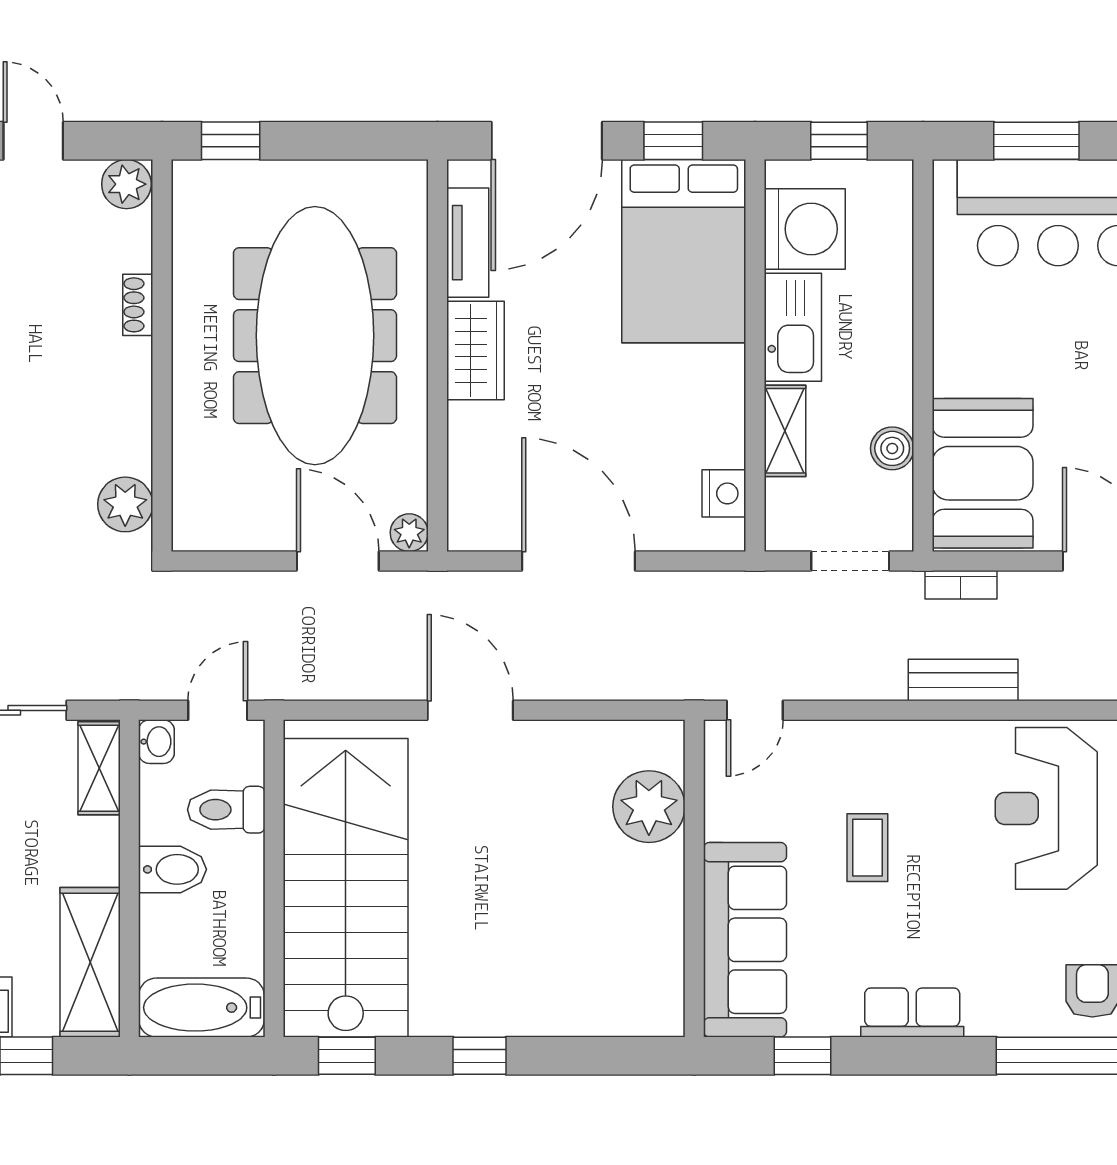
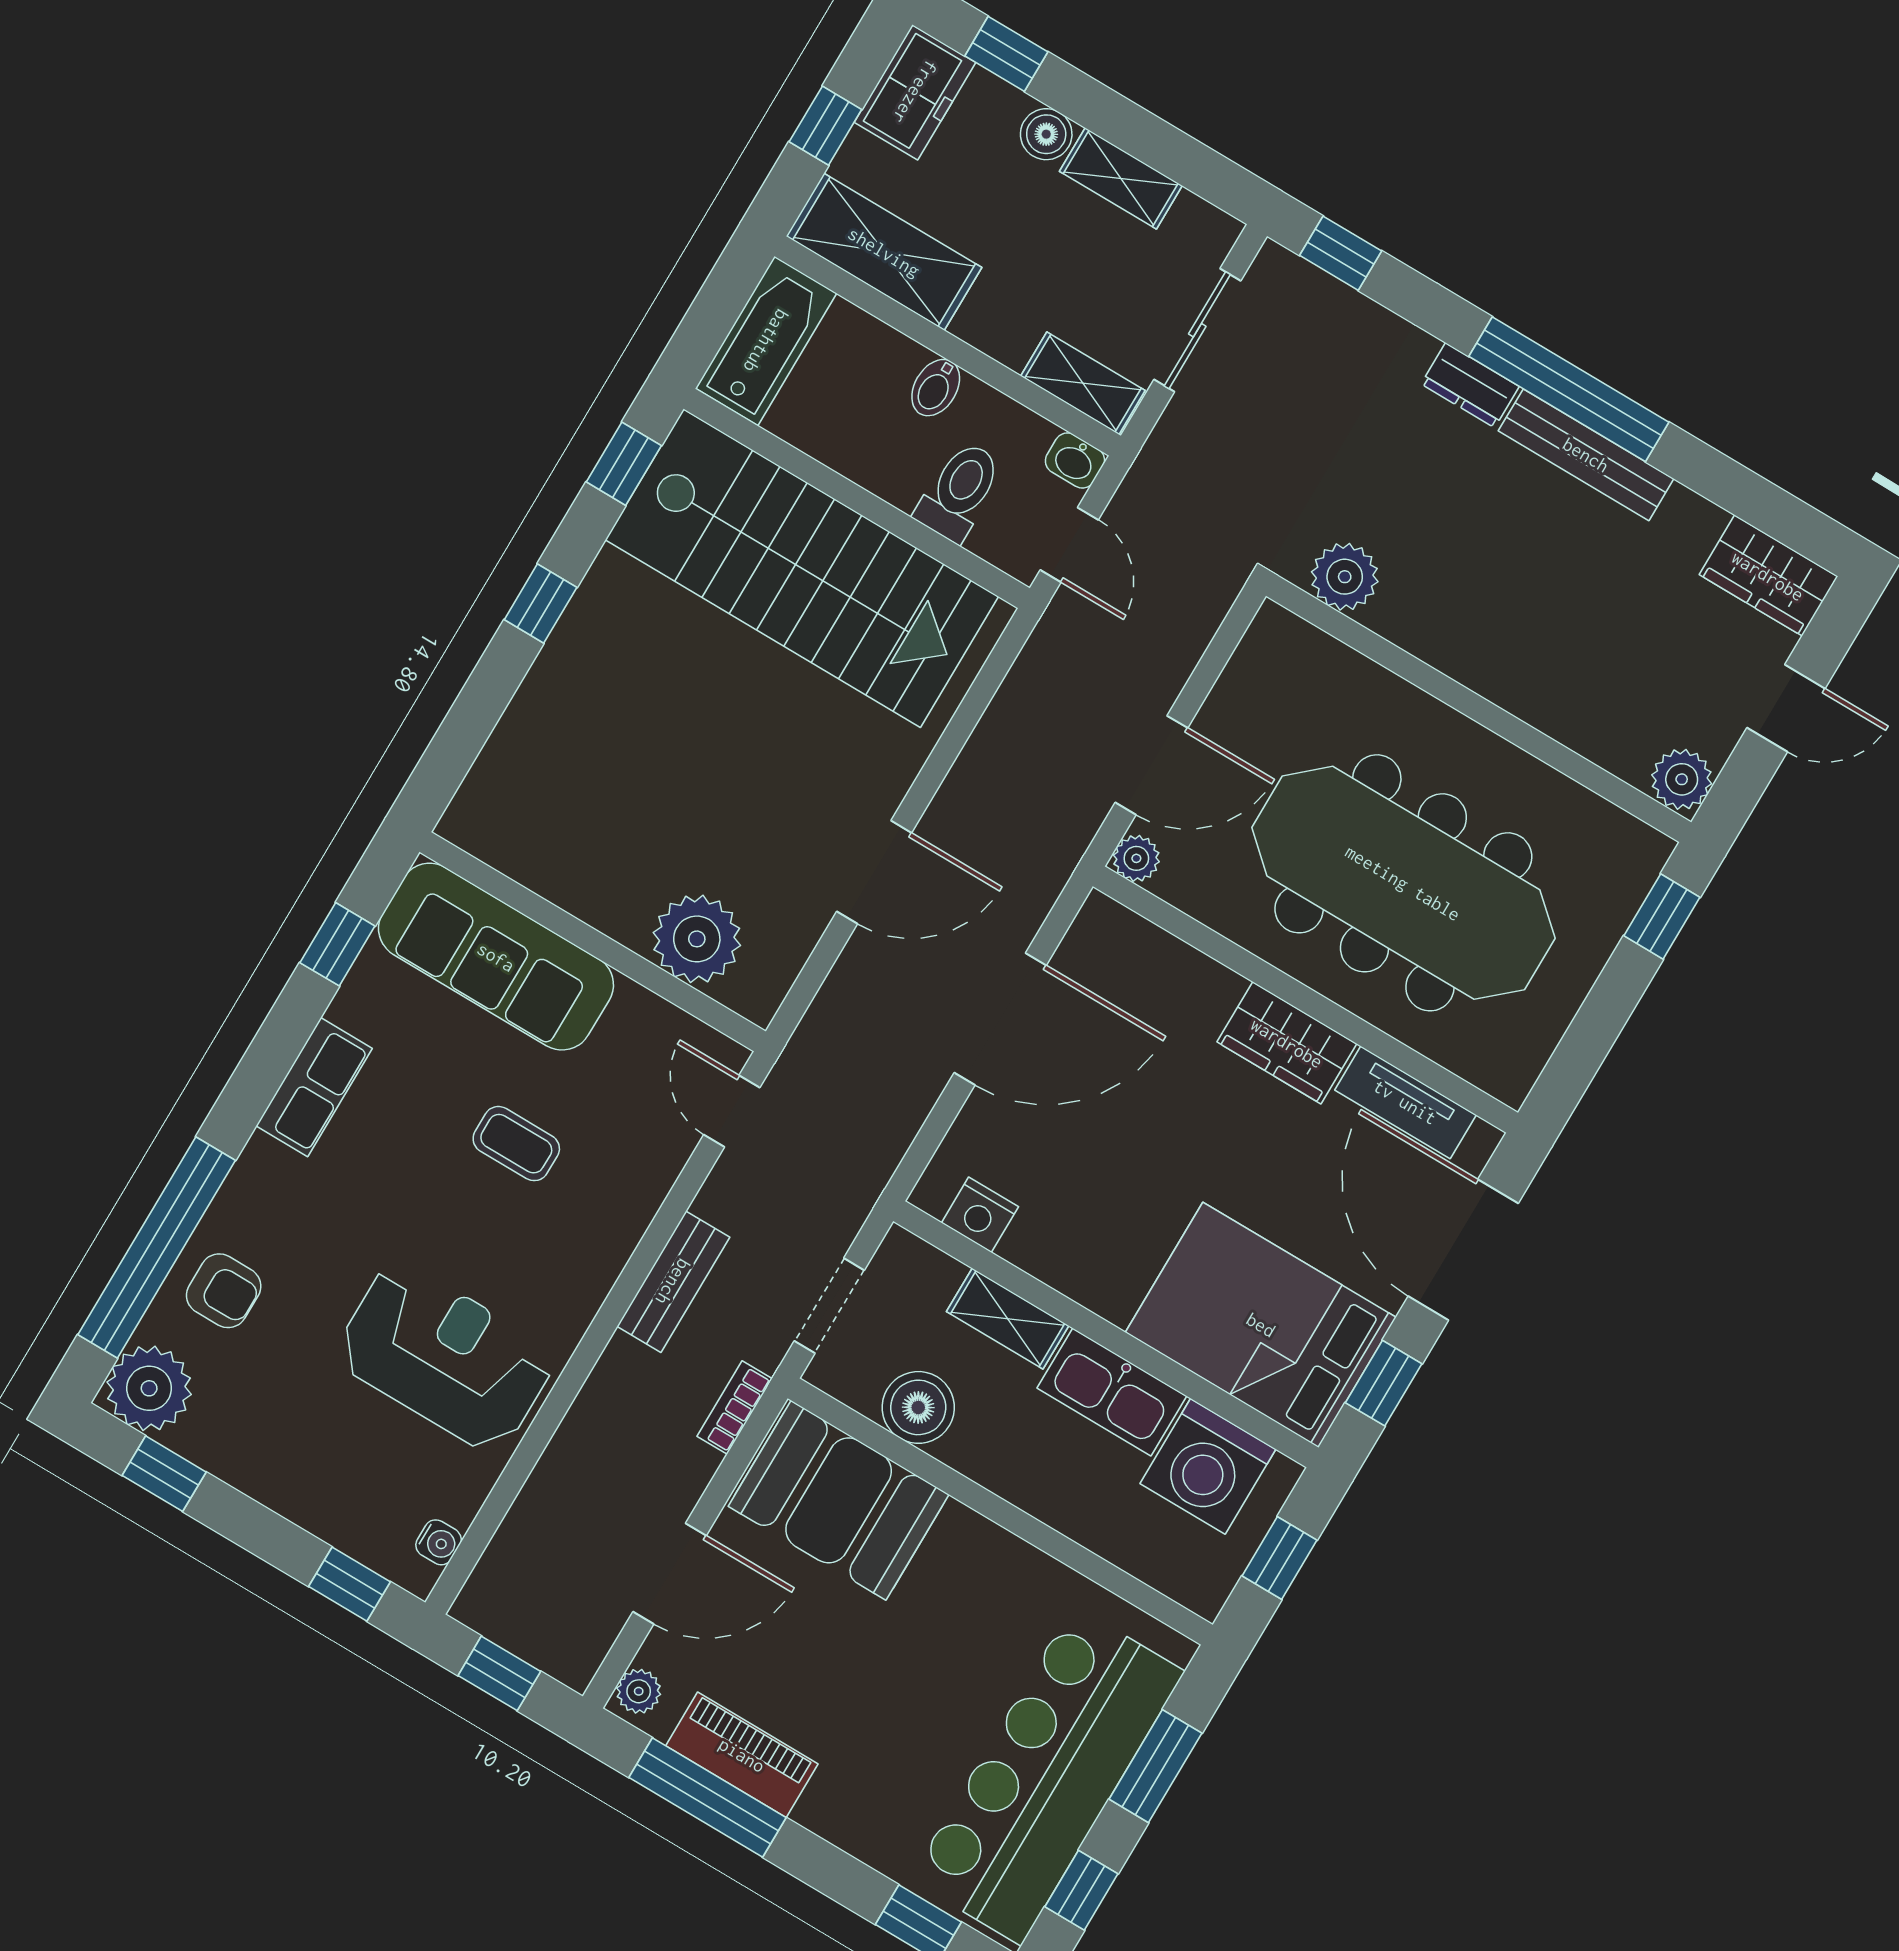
shoe rack: (138, 305) -> (1547, 715), removed
boiler: (892, 448) -> (918, 1407), width x1.36, depth x1.36
bench: (963, 680) -> (673, 1282), moved
door: (470, 710) -> (874, 872), moved
bidet: (172, 869) -> (936, 388), width x0.72, depth x0.74

